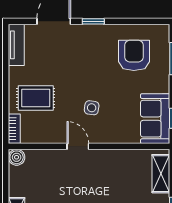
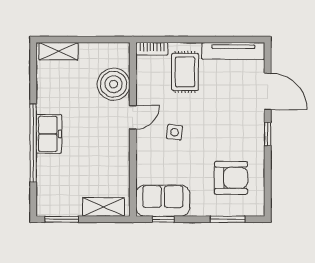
tv unit: (16, 45) -> (233, 51), width x1.41
boiler: (17, 157) -> (114, 84), moved, width x1.86, depth x1.86

